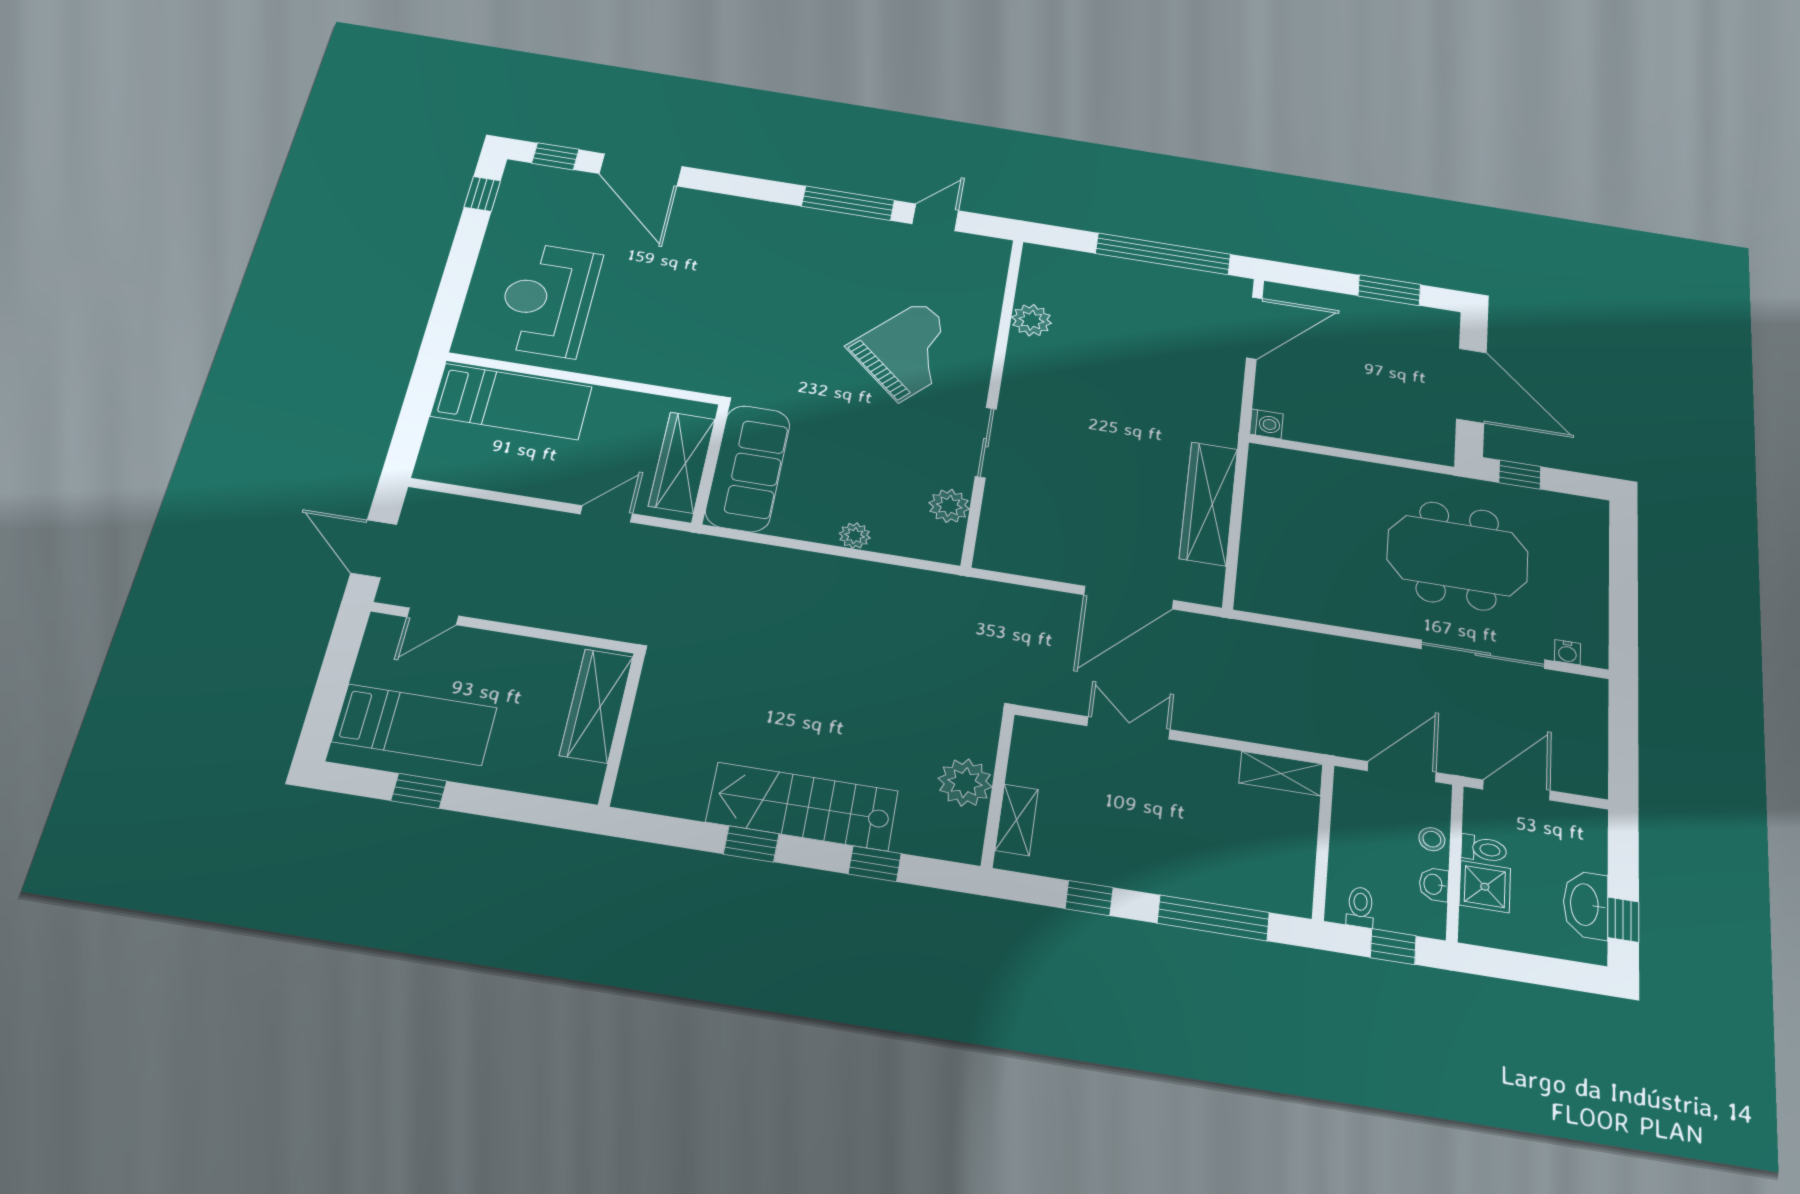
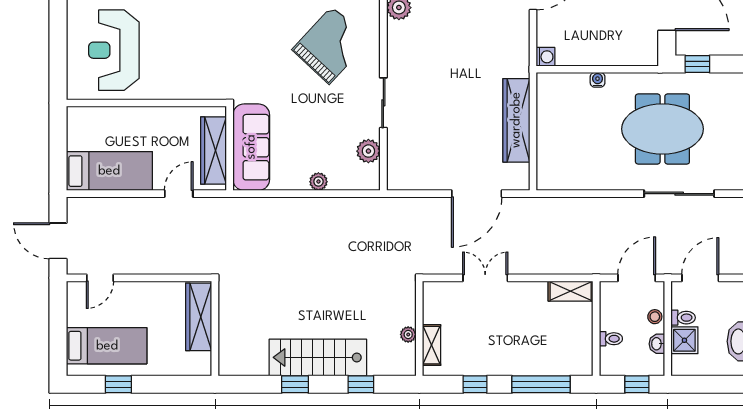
bed: (511, 401) -> (109, 171), moved
water cooler: (1567, 652) -> (598, 80), moved, turned 180
plant: (965, 782) -> (408, 335), width x0.53, depth x0.53
toilet: (1360, 907) -> (611, 339), moved, turned 90

